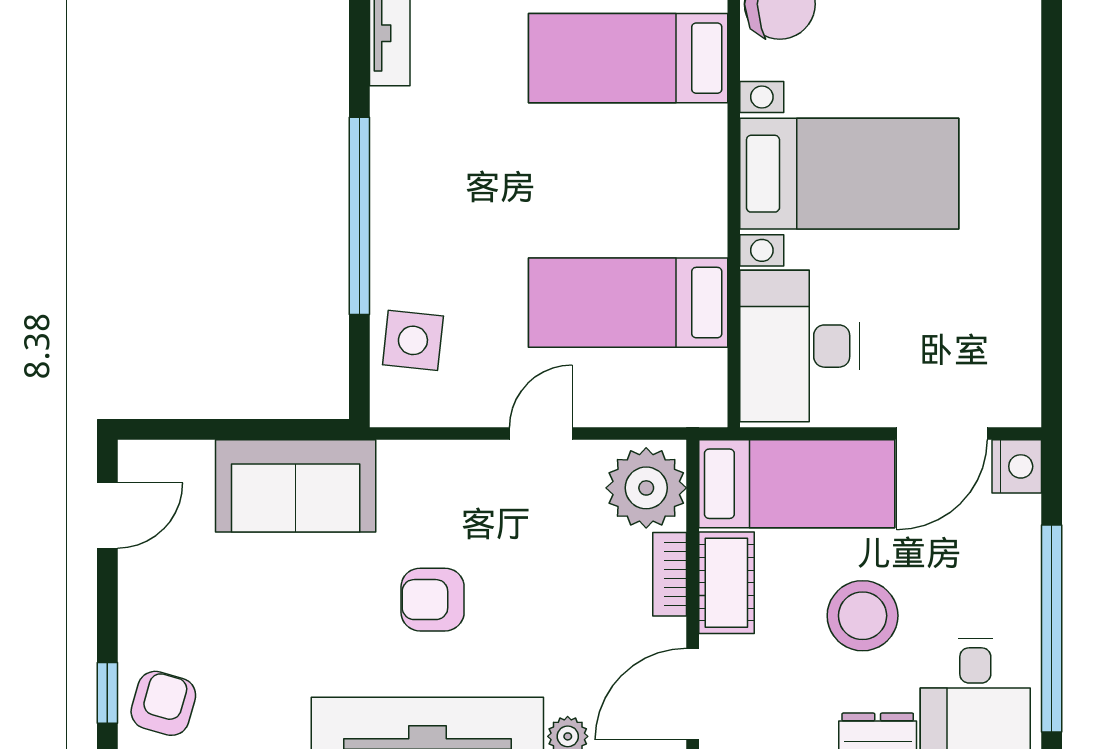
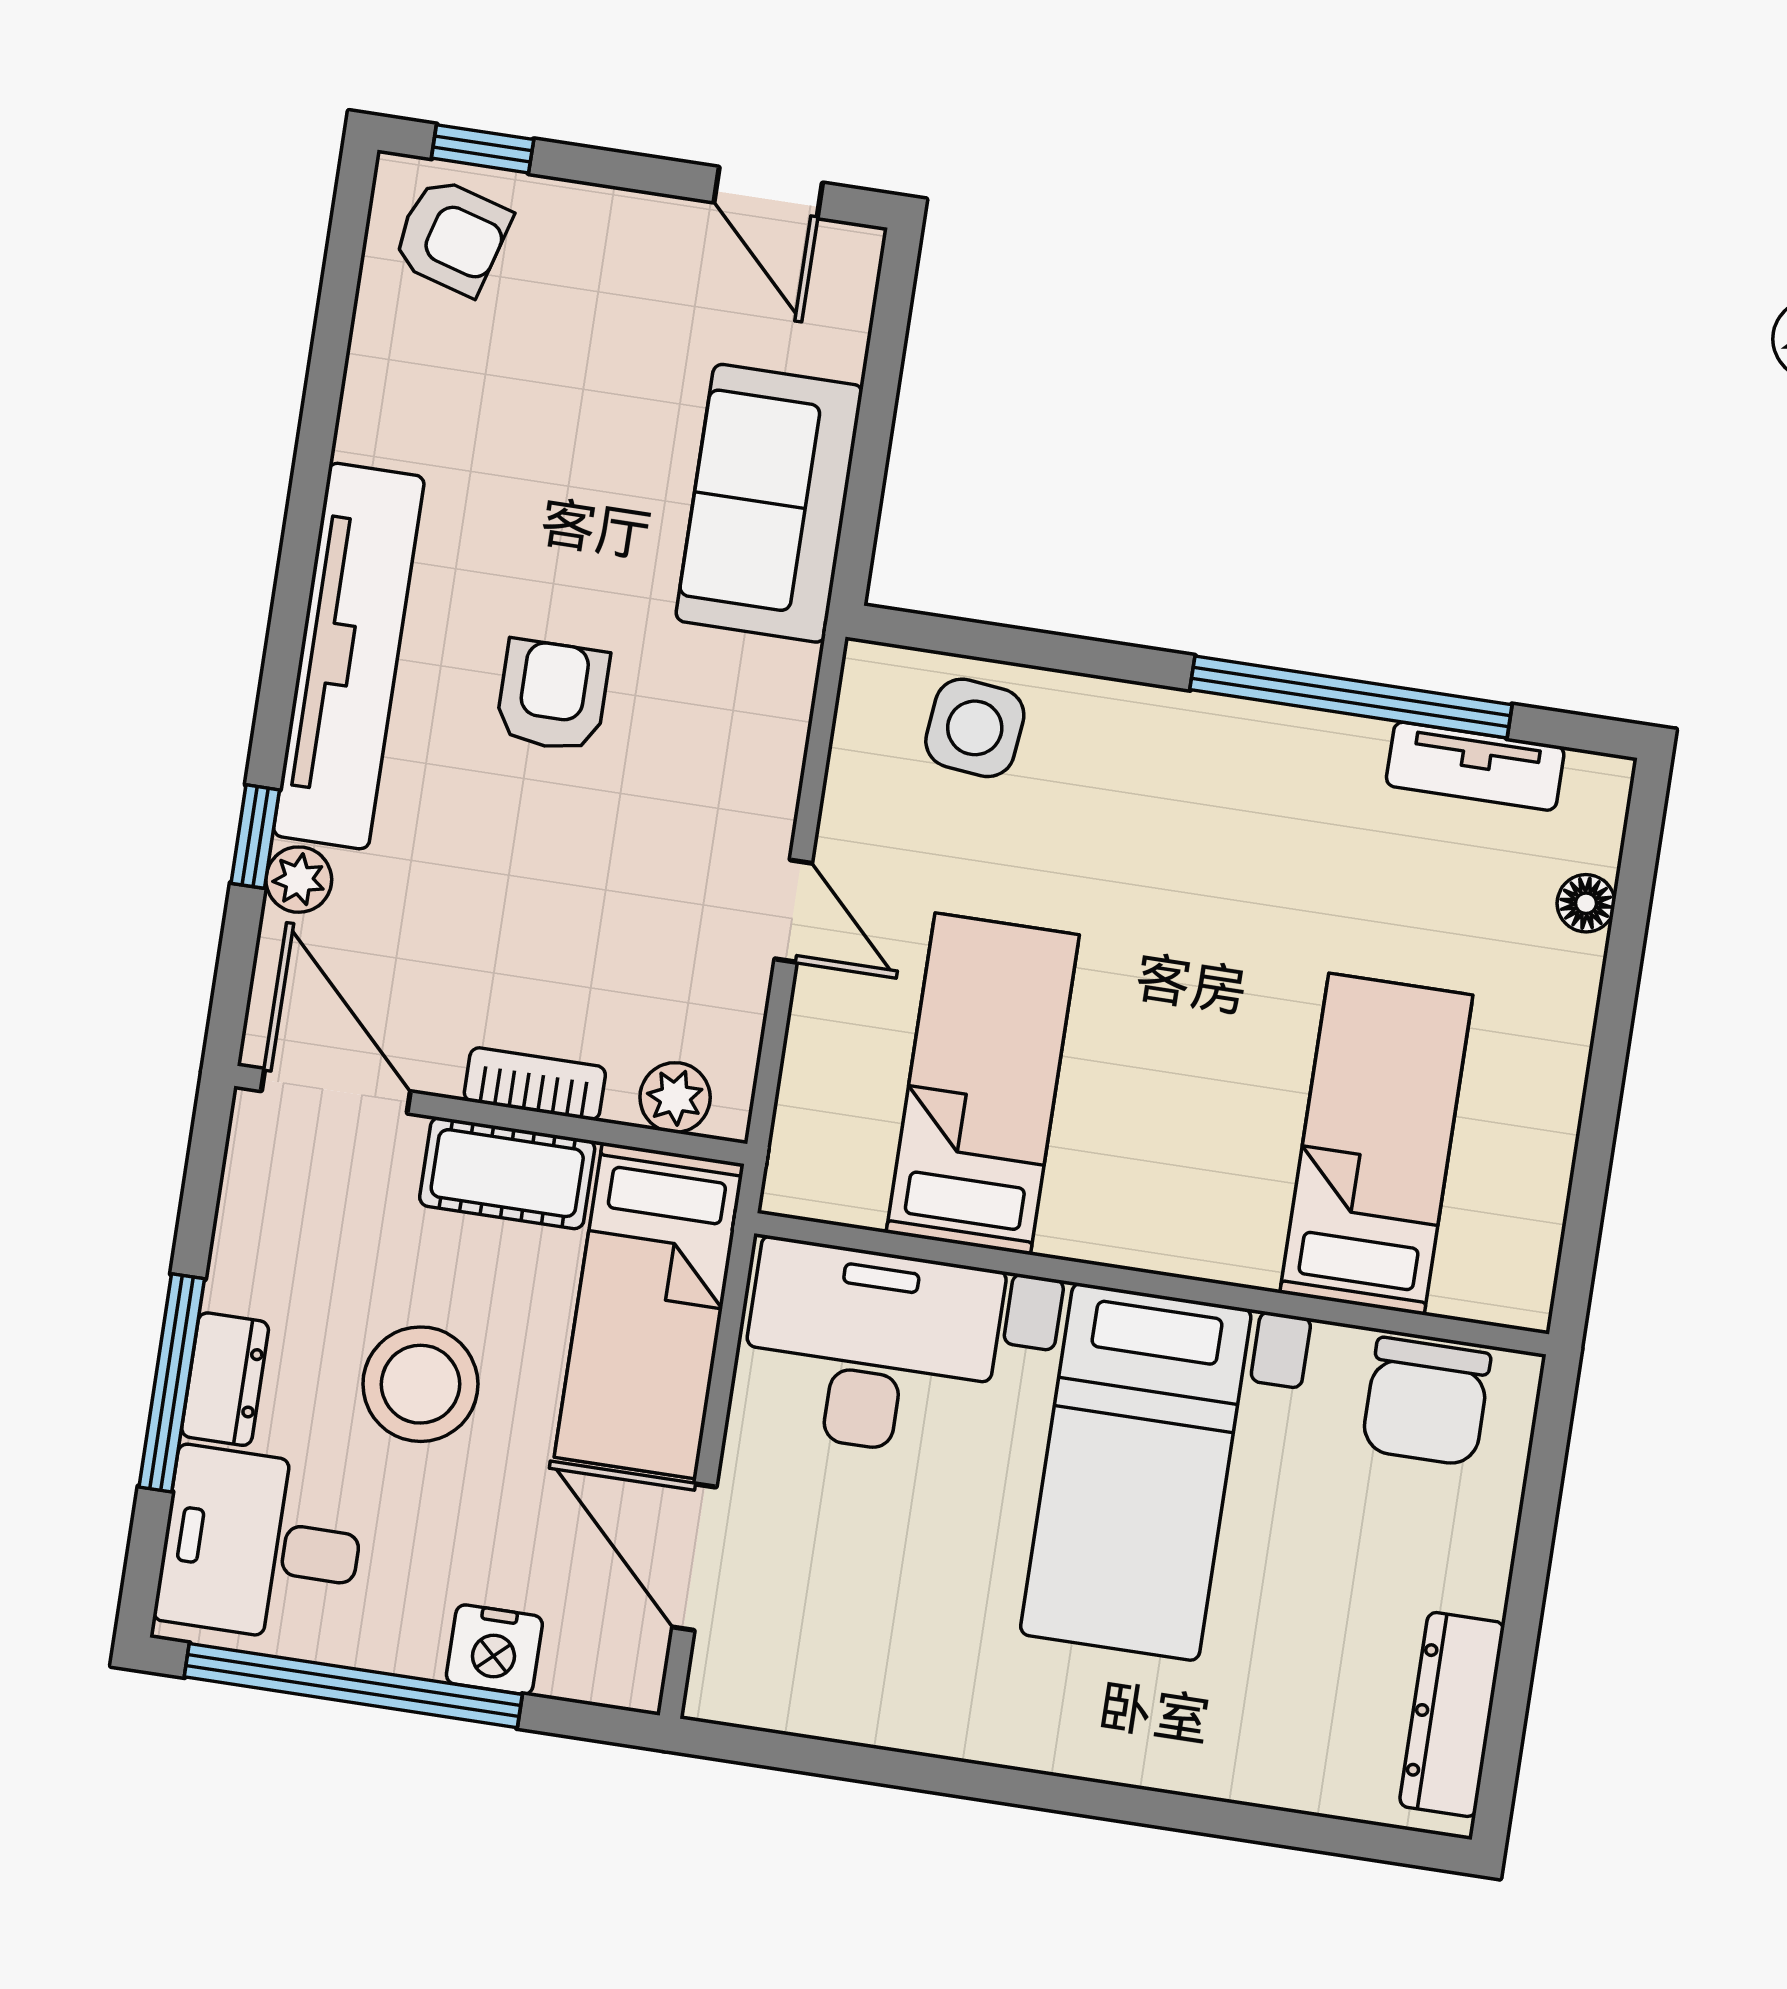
window: (359, 216) -> (1351, 697), moved
nightstand: (1017, 466) -> (494, 1650), moved
plant: (646, 488) -> (675, 1097), width x0.53, depth x0.53

